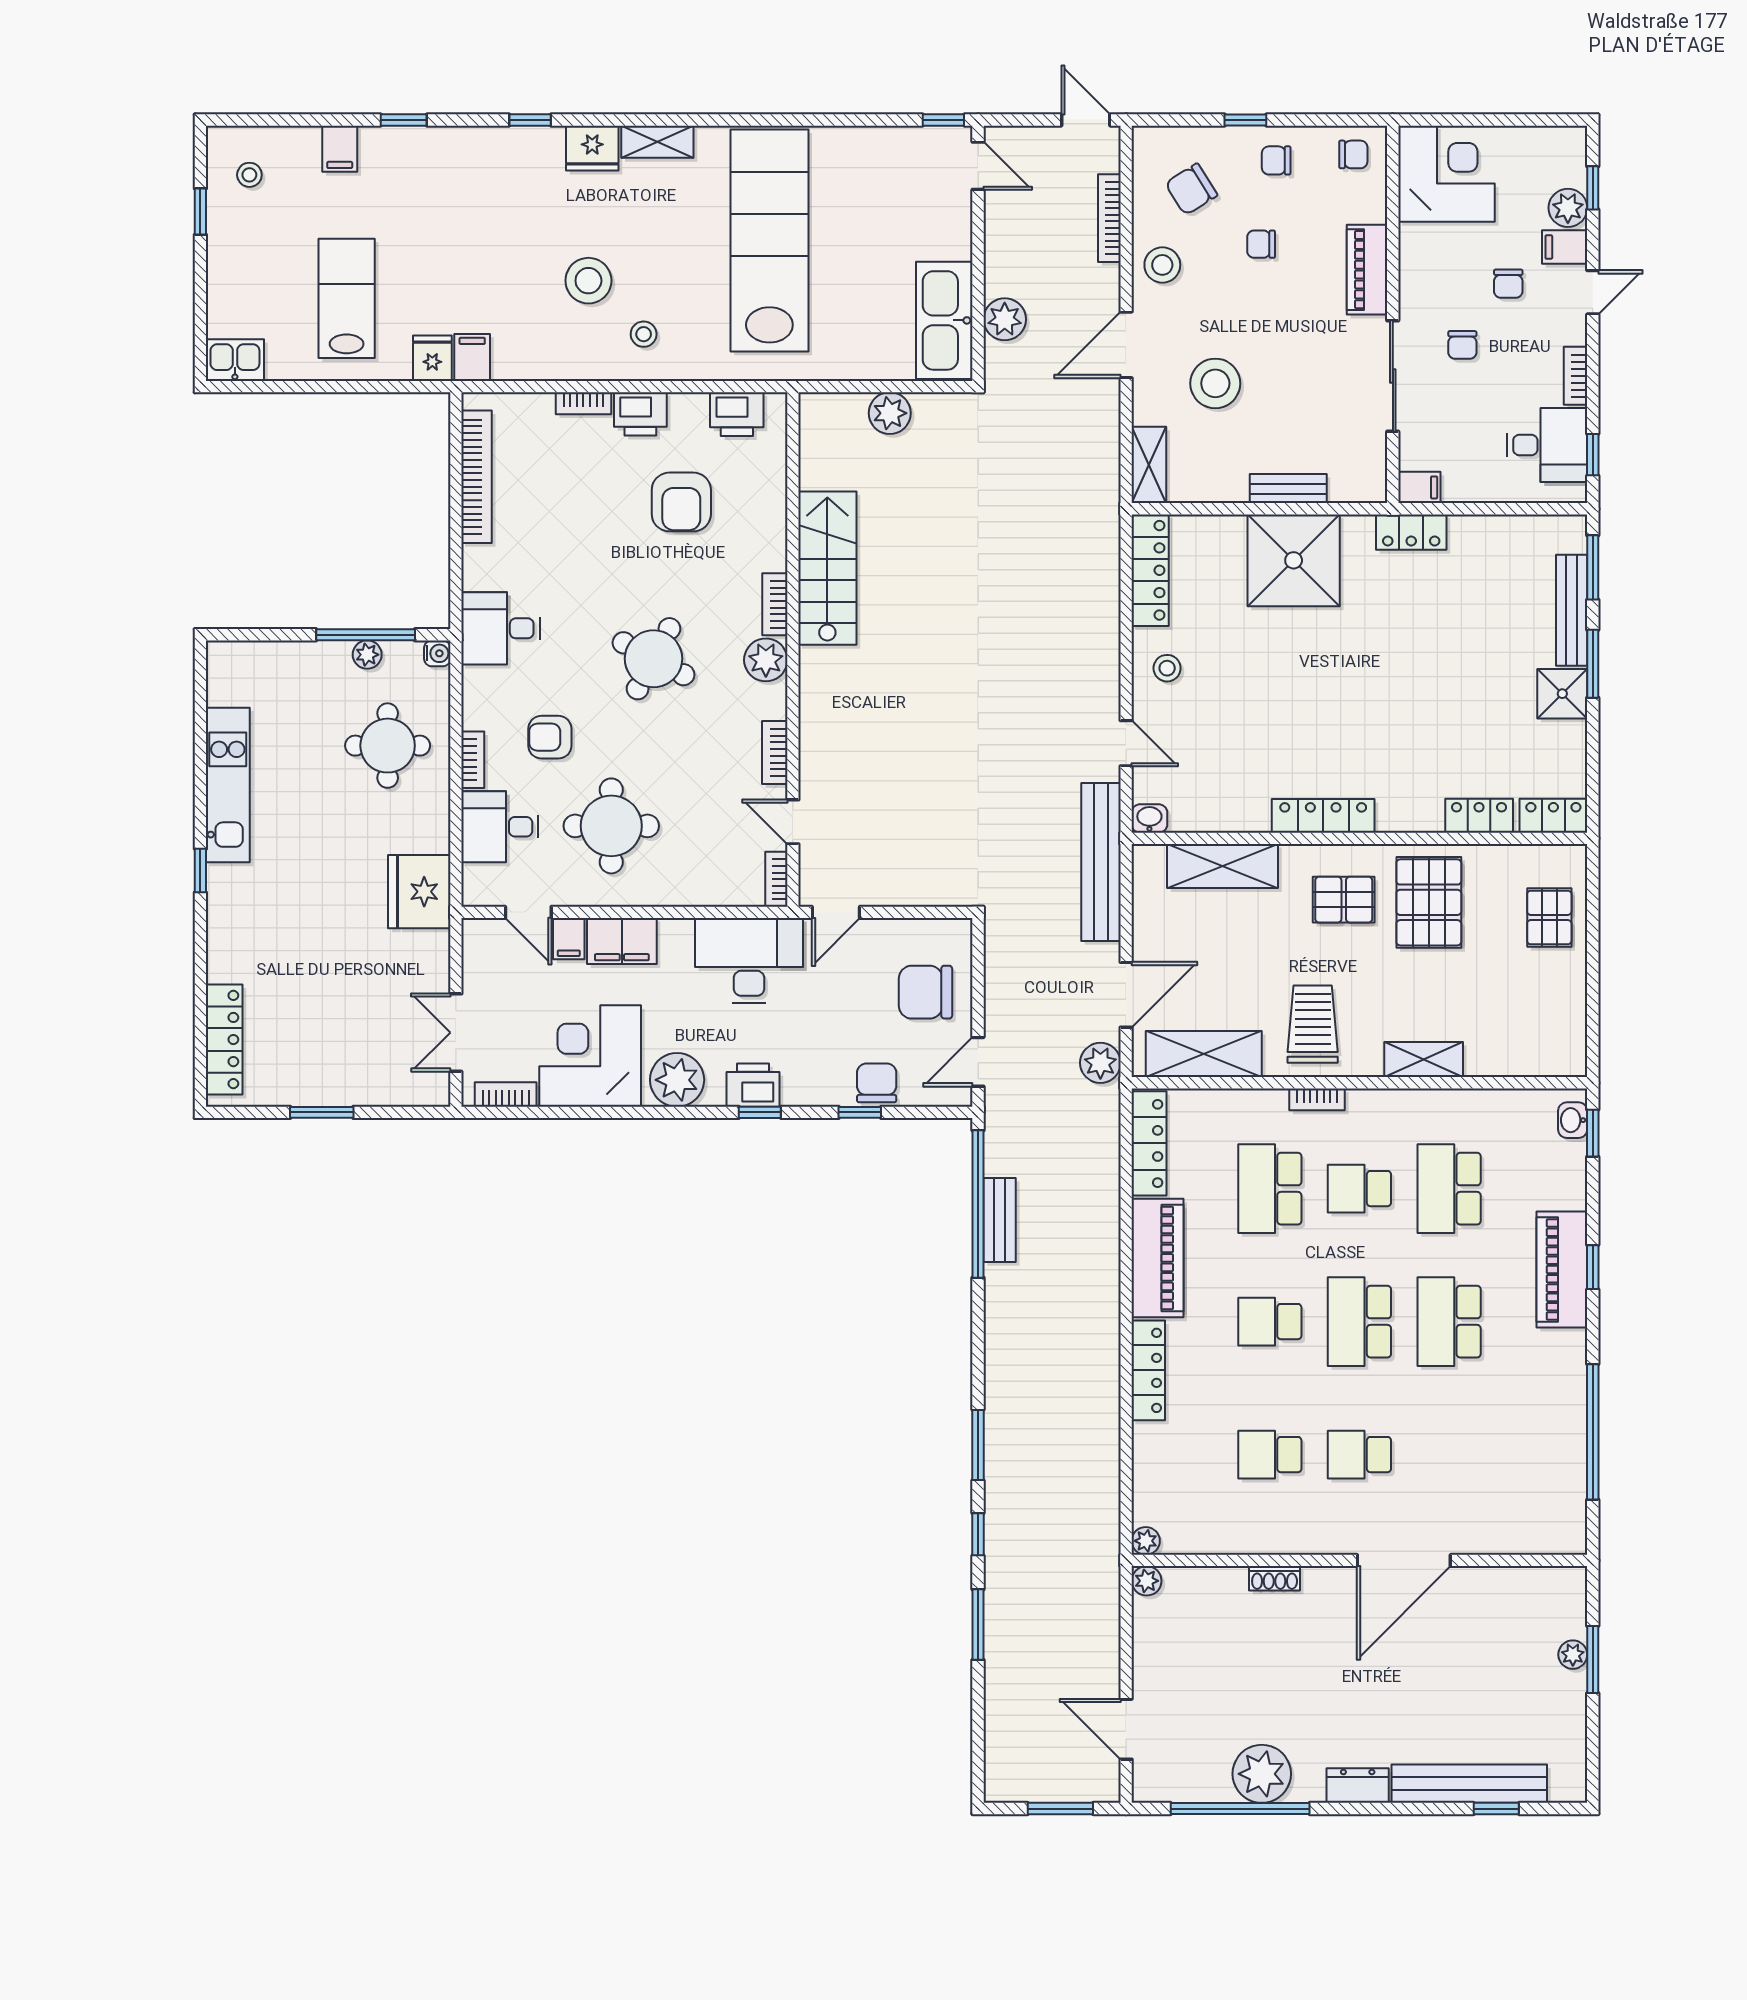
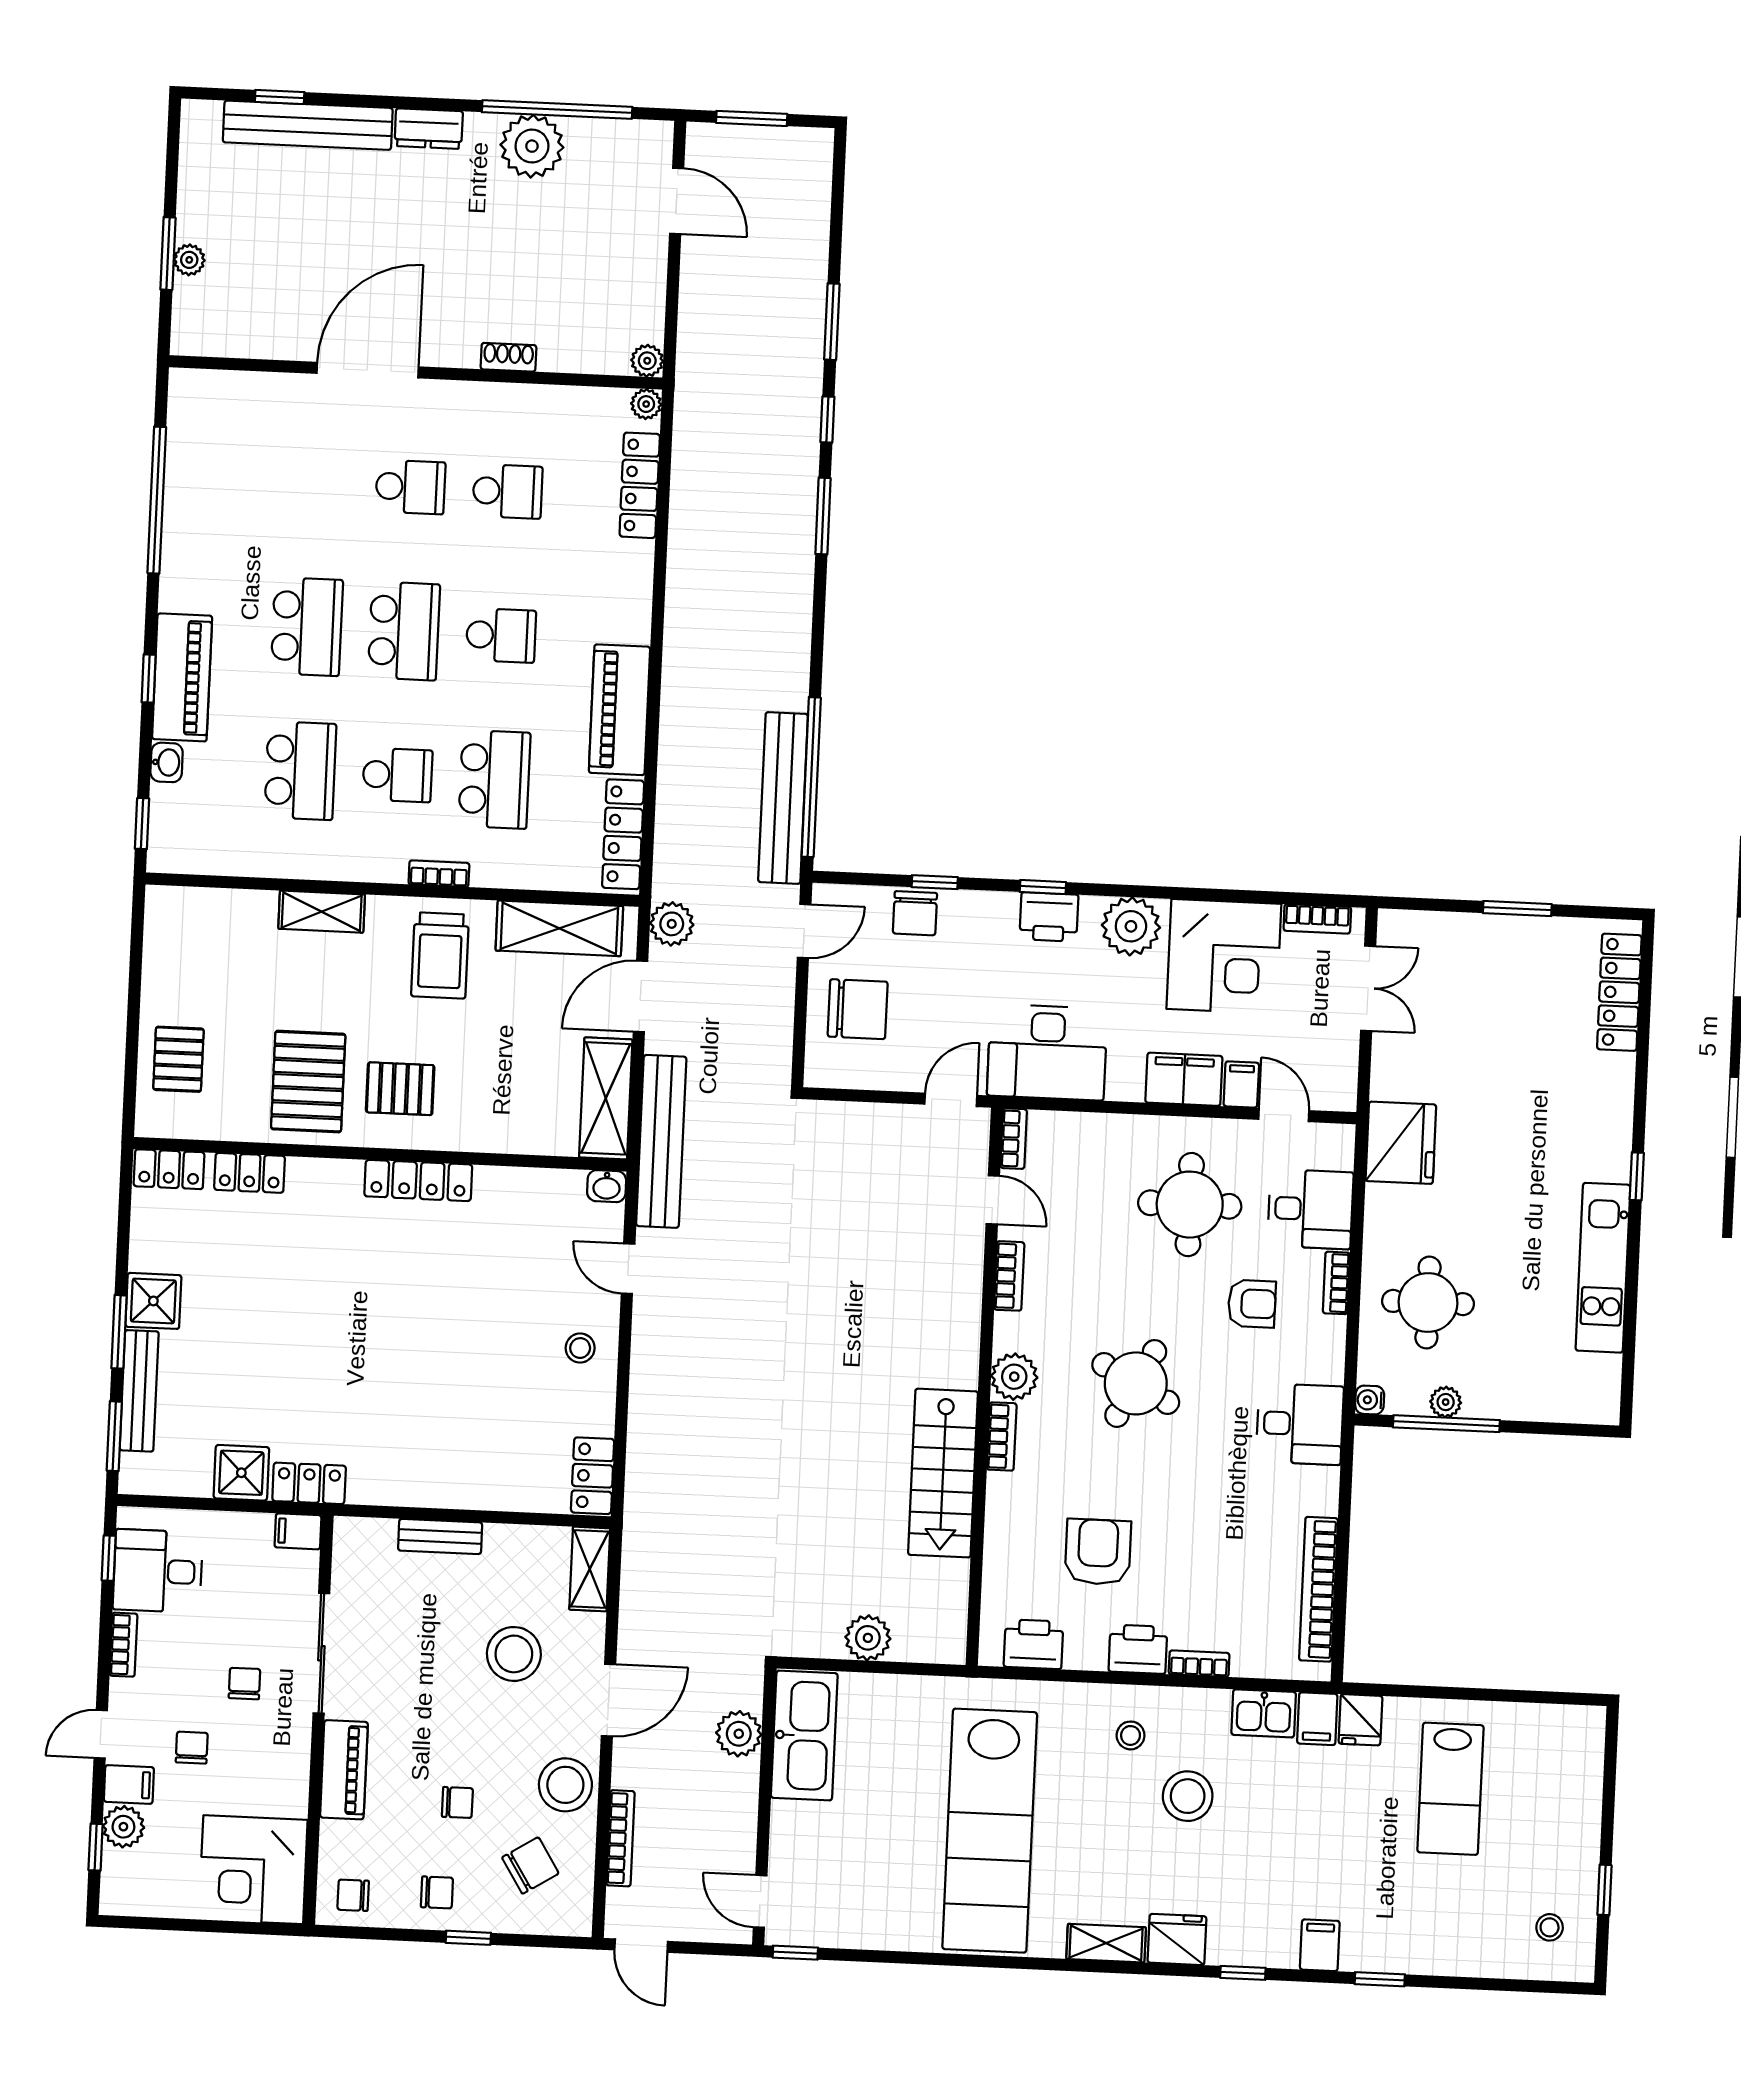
filing cabinet: (340, 149) -> (1320, 1945), moved
stool: (1162, 265) -> (565, 1785), width x1.38, depth x1.38
kitchen sink: (235, 360) -> (1264, 1713), moved
shower: (1294, 560) -> (241, 1473), moved, width x0.54, depth x0.54
locker: (1150, 570) -> (593, 1476), width x0.66
shelving: (1223, 866) -> (606, 1098), moved, turned 90
washbasin: (1573, 1120) -> (167, 762), moved
bench: (1000, 1220) -> (783, 798), width x1.86, depth x1.21
locker: (1148, 1370) -> (640, 485), moved

